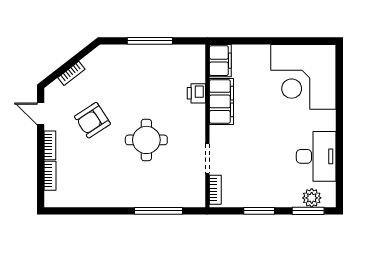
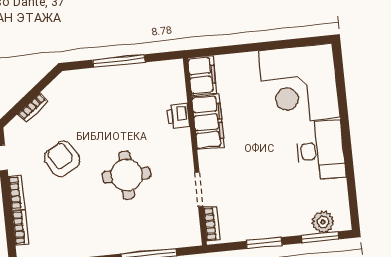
armchair: (92, 120) -> (62, 159), turned 93
desk: (316, 156) -> (321, 150), moved

